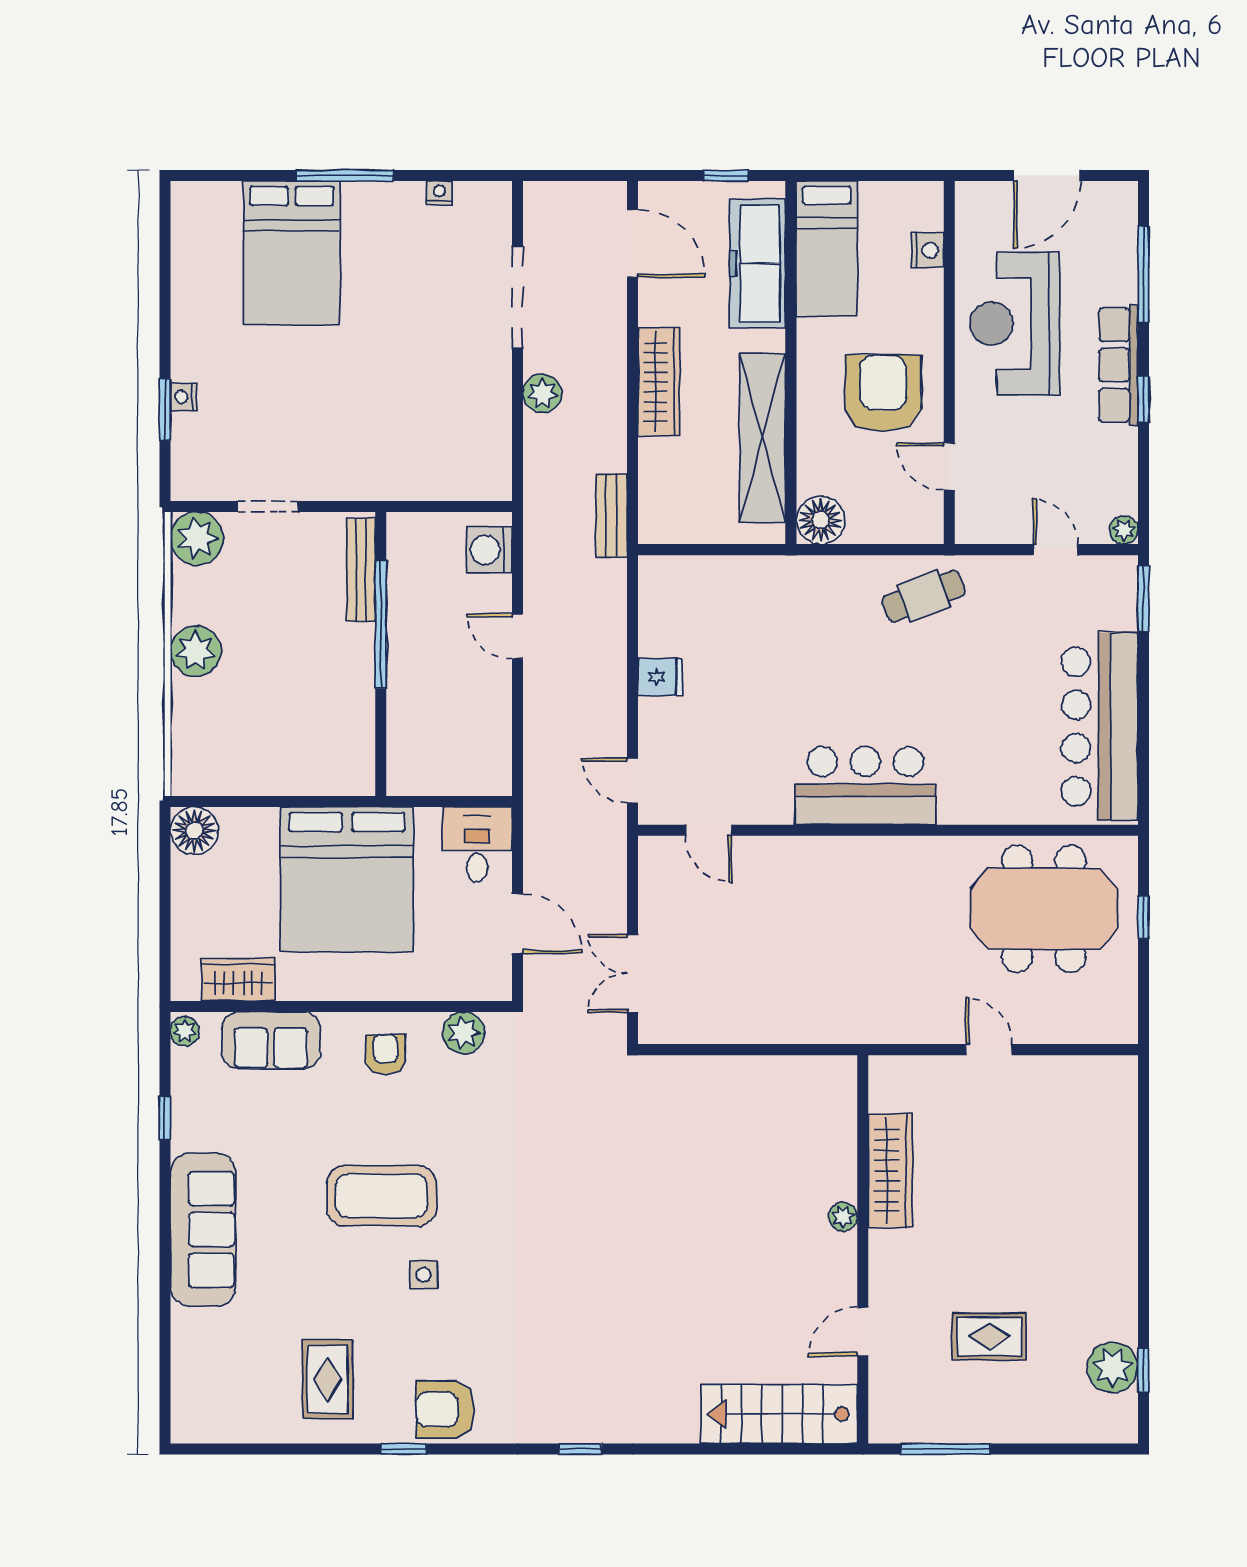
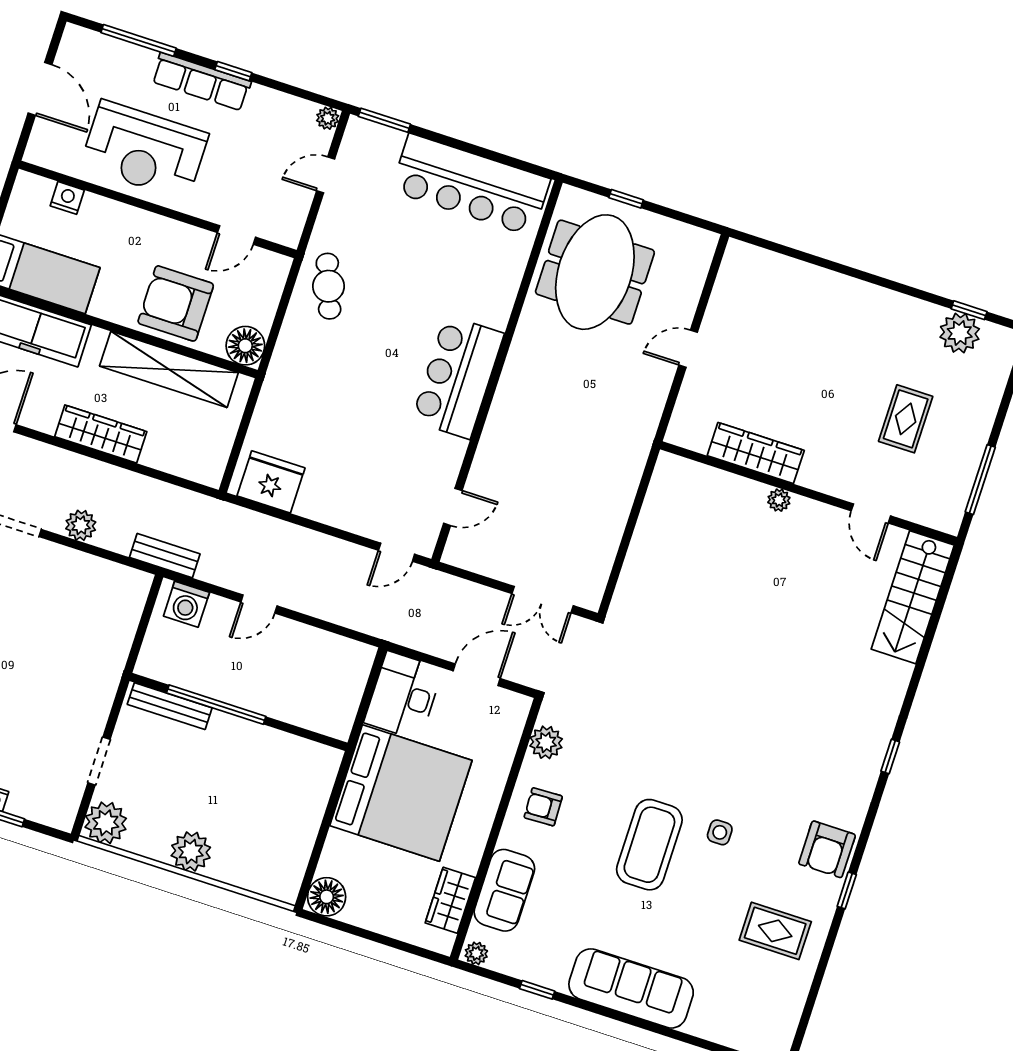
armchair: (883, 393) -> (176, 303), moved
bench: (611, 516) -> (165, 556), moved
fridge: (660, 677) -> (271, 482), moved, width x1.88, depth x1.34
desk: (477, 844) -> (403, 696), width x1.37

